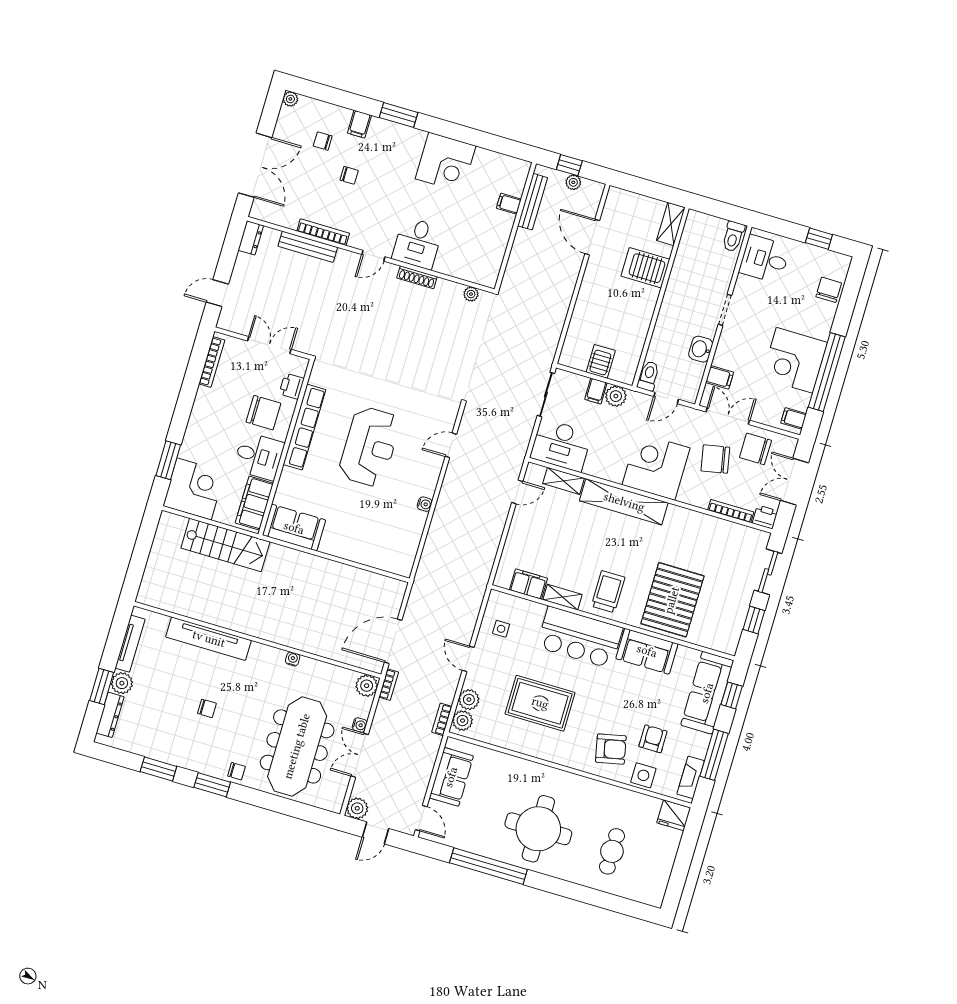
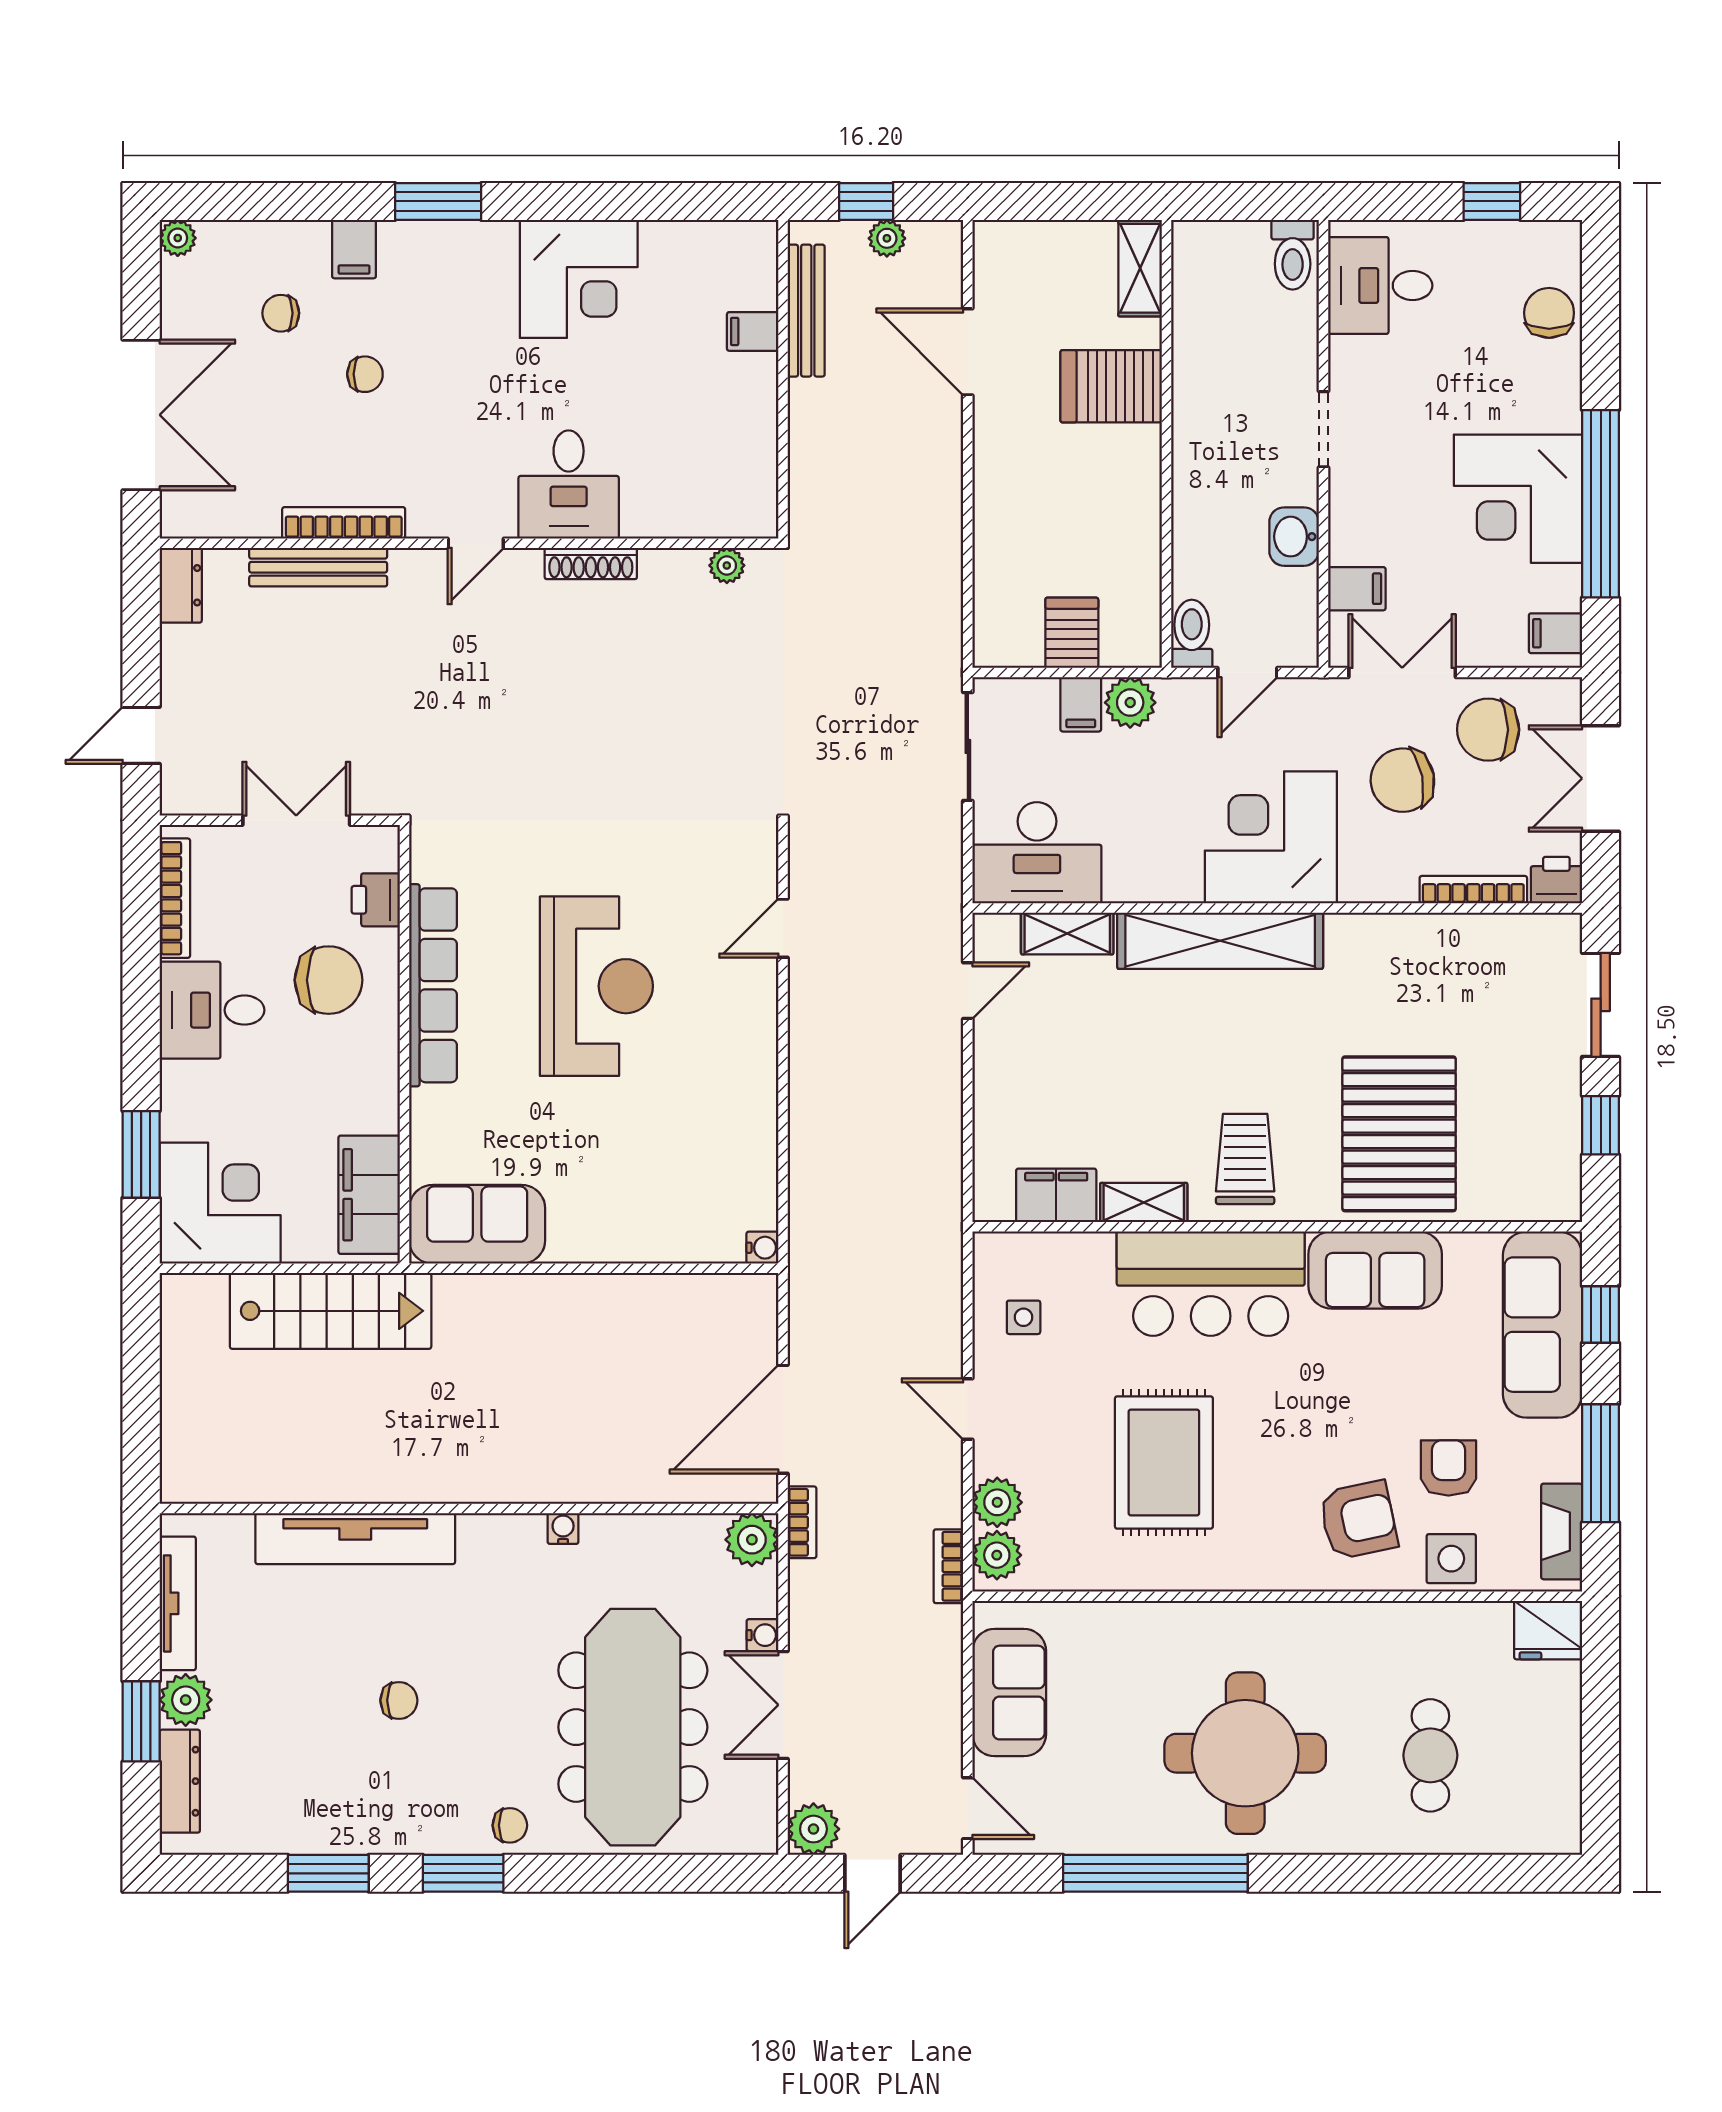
desk: (259, 456) -> (212, 1010), moved, turned 180
water cooler: (425, 504) -> (762, 1248), moved
rug: (540, 703) -> (1164, 1463), turned 90

